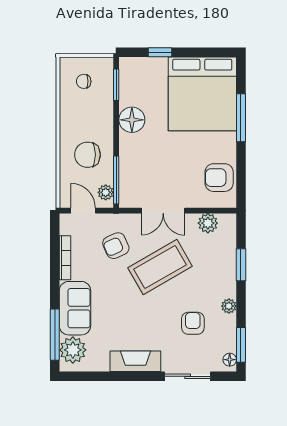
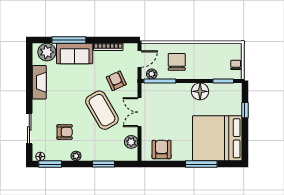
chair: (84, 81) -> (236, 65), moved
window: (55, 335) -> (69, 40), moved
fireplace: (135, 361) -> (39, 82), moved

